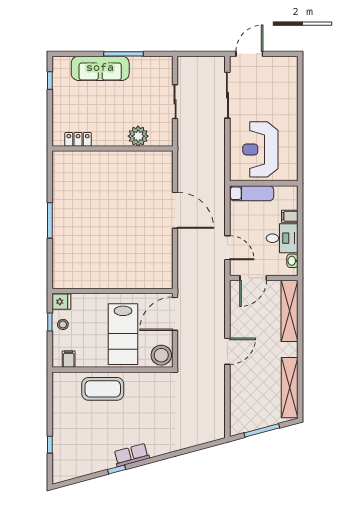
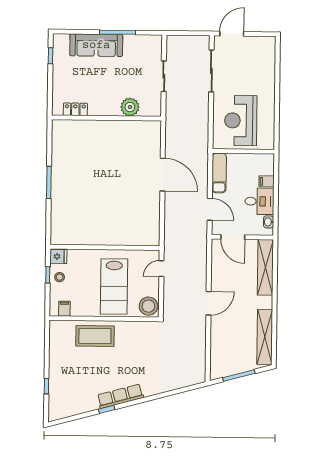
exam couch: (252, 193) -> (219, 173), moved, turned -90
door: (253, 278) -> (233, 237), hinge flipped
door: (175, 314) -> (161, 269), width x0.53
row of seats: (131, 455) -> (120, 396), width x1.48

